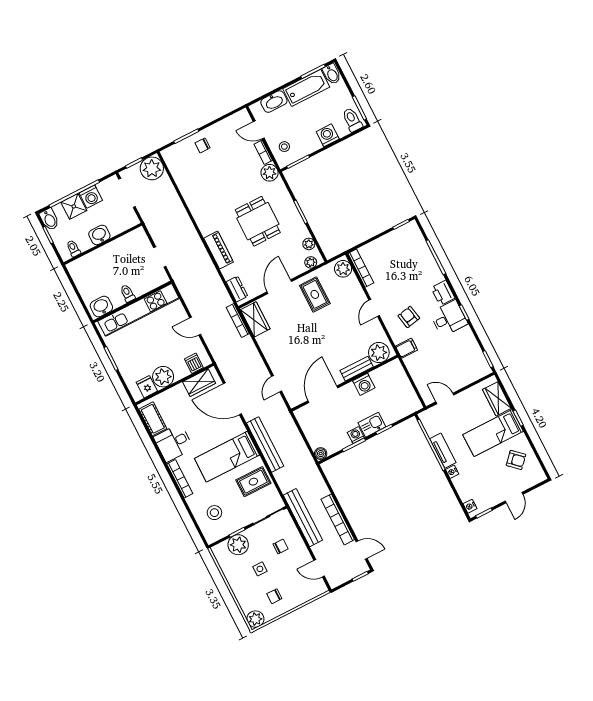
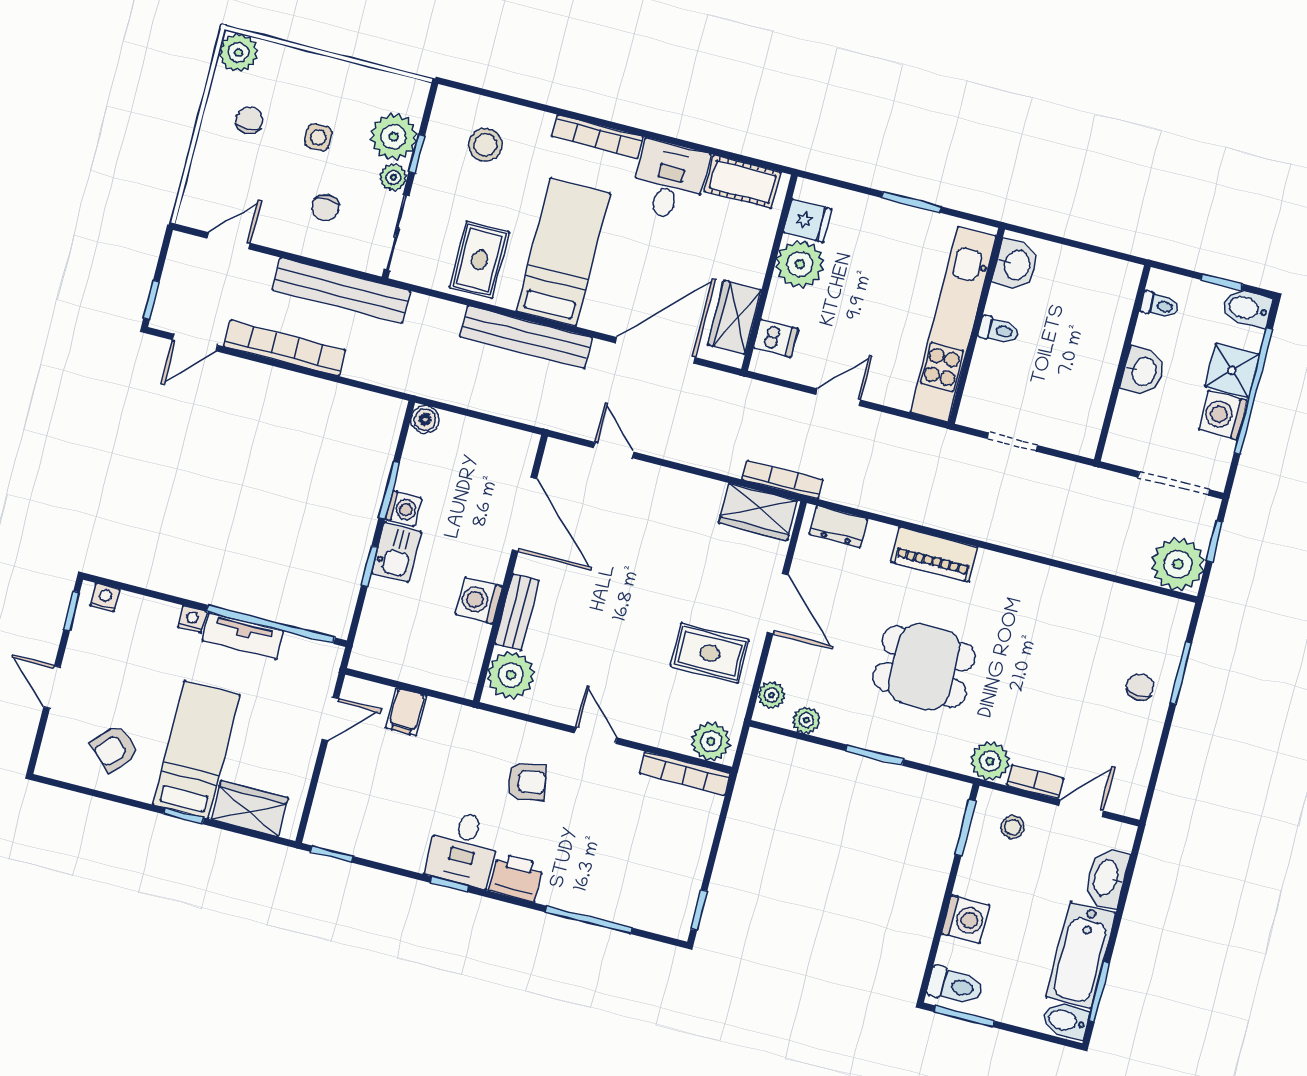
filing cabinet: (406, 348) -> (406, 712), moved
plant: (251, 533) -> (393, 177), added

